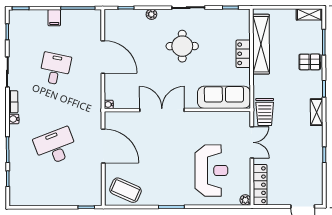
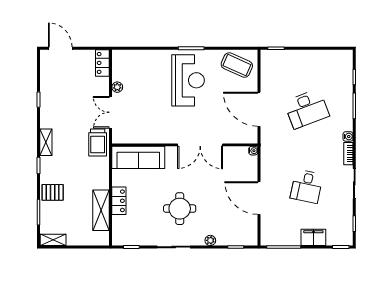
filing cabinet: (54, 18) -> (313, 237), width x2.00
shelving: (261, 44) -> (101, 210), width x0.68
trolley: (265, 112) -> (98, 143), turned 180
reception desk: (211, 171) -> (188, 80), moved, turned 180
locker: (260, 185) -> (102, 63), width x0.66
plant: (245, 200) -> (117, 87), moved

